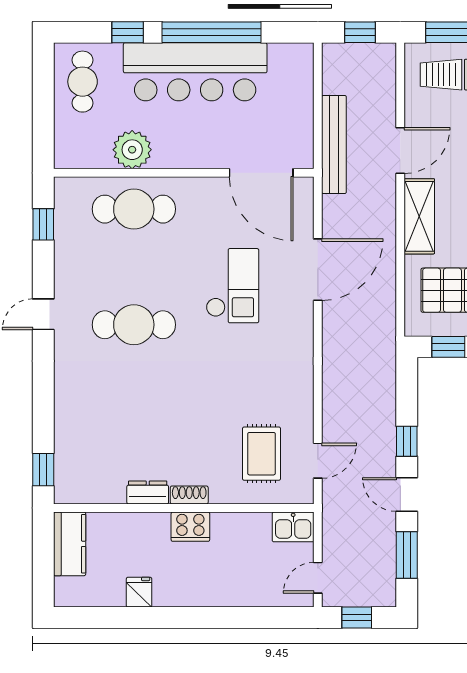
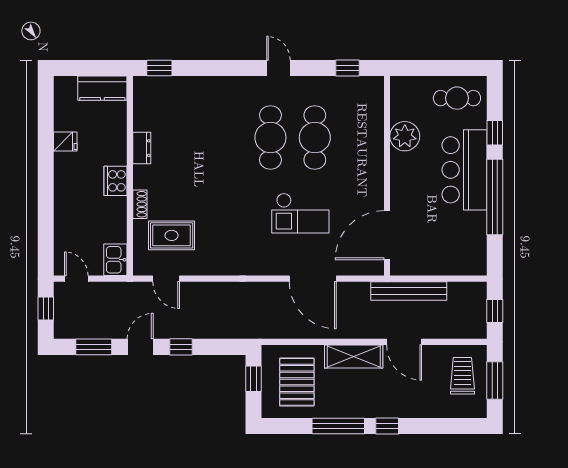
bar counter: (195, 72) -> (464, 170), width x0.73
cafe table: (134, 209) -> (315, 138), moved
shoe rack: (189, 495) -> (140, 204), moved

